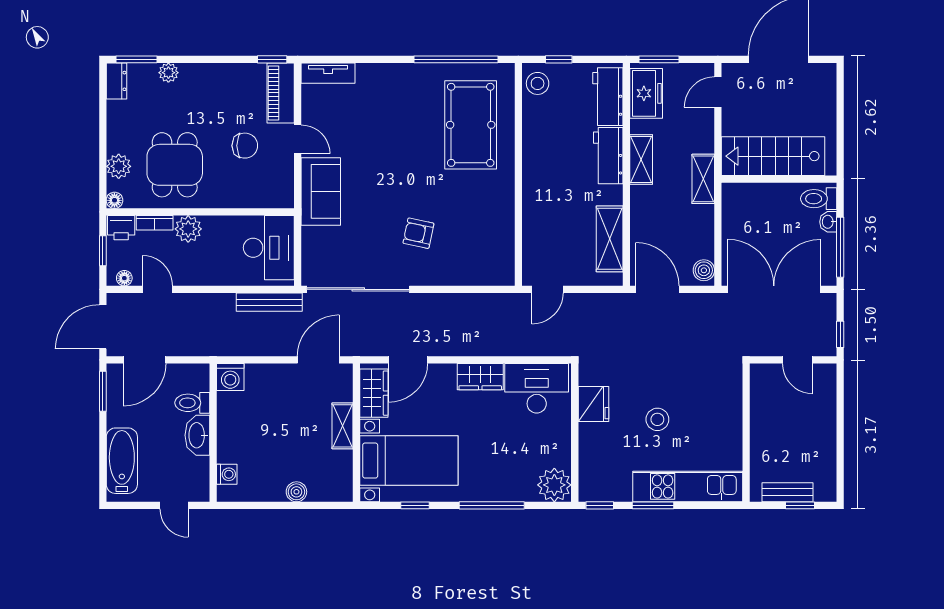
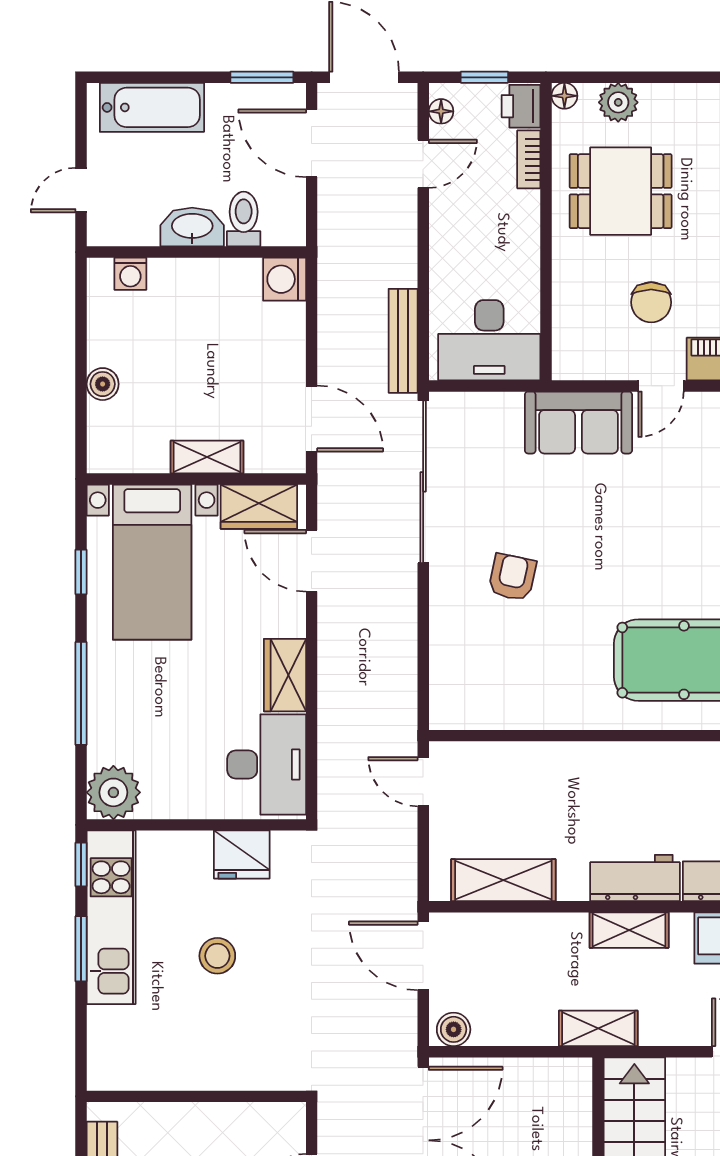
plant: (188, 229) -> (519, 213), removed
door: (657, 289) -> (423, 956), swing flipped
kitchen unit: (688, 486) -> (111, 917), moved

